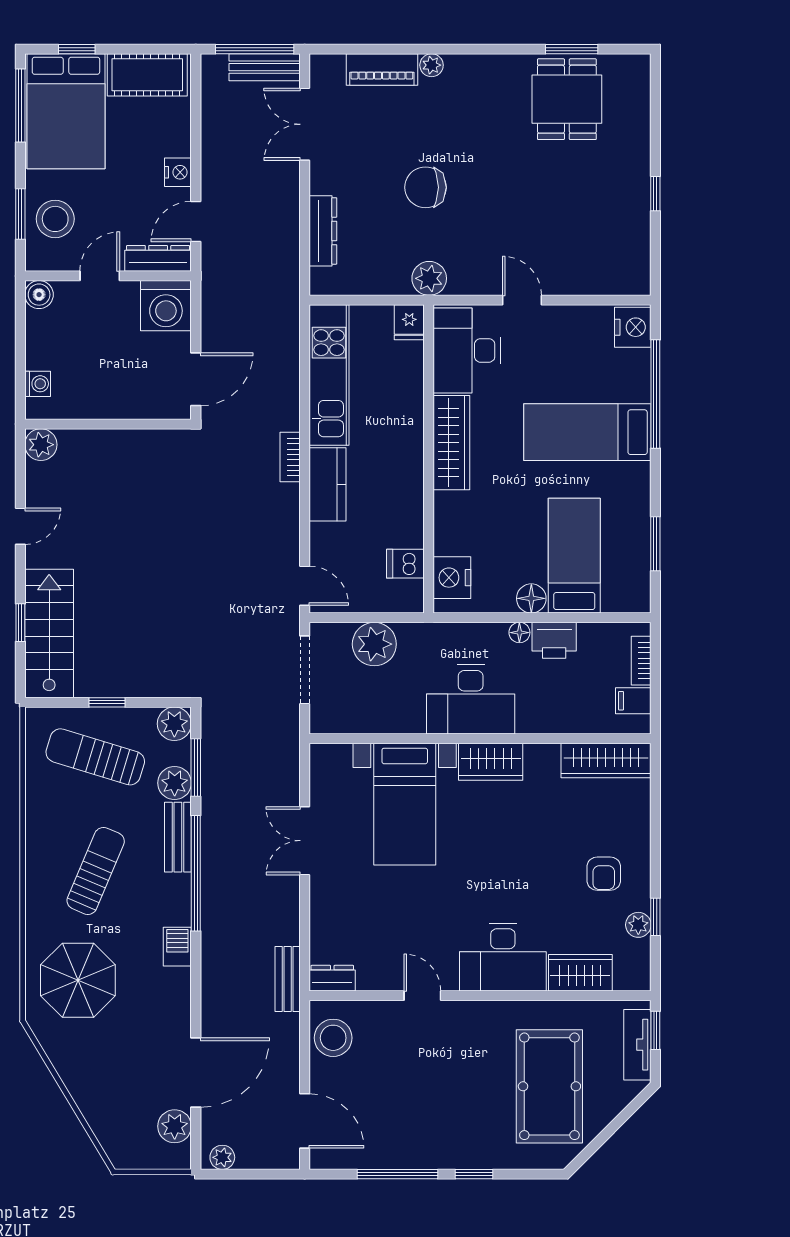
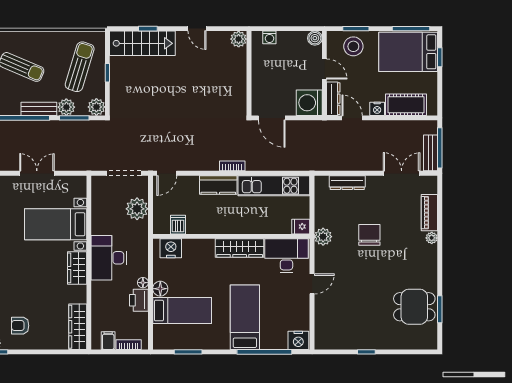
cot: (147, 75) -> (406, 105), moved, turned 90

